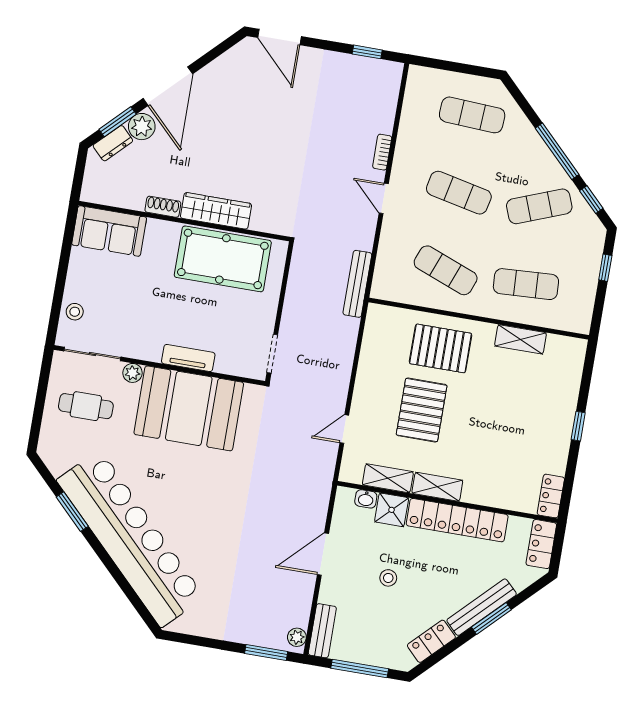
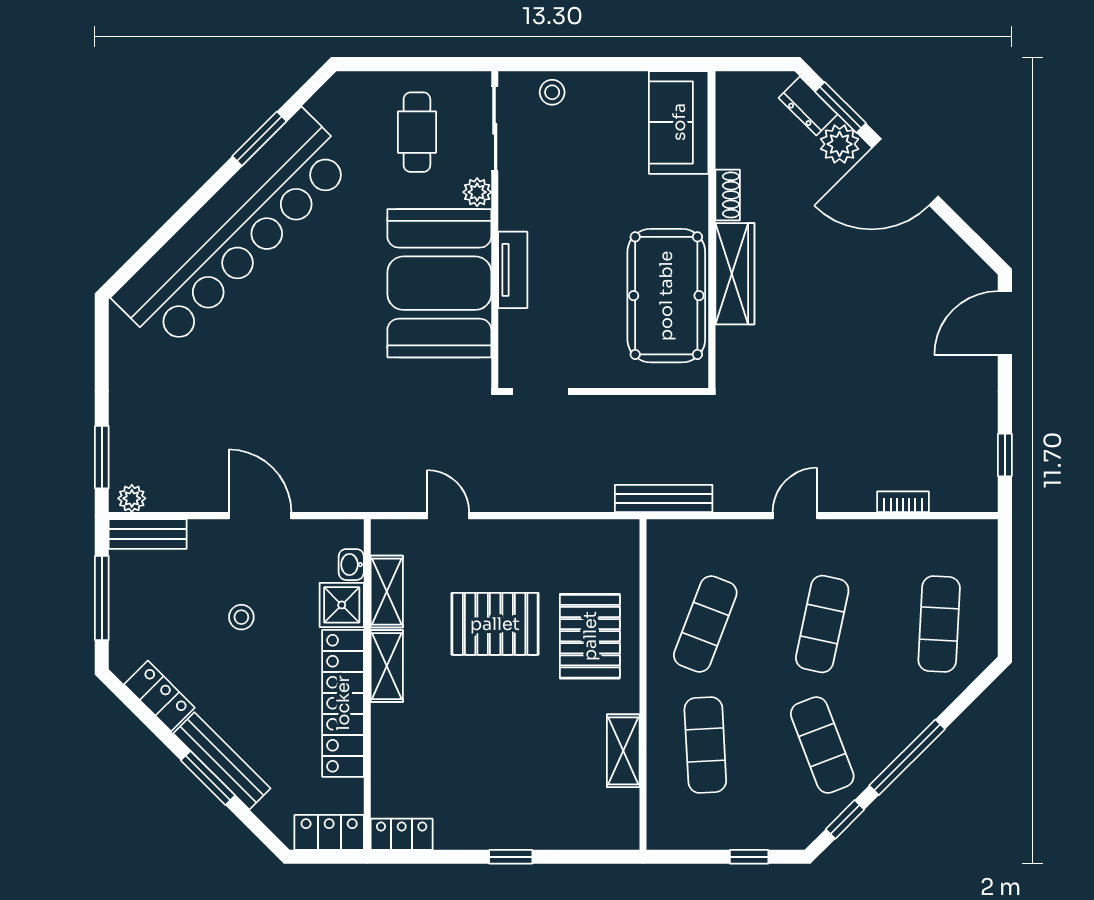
bookcase: (382, 152) -> (903, 502), moved

